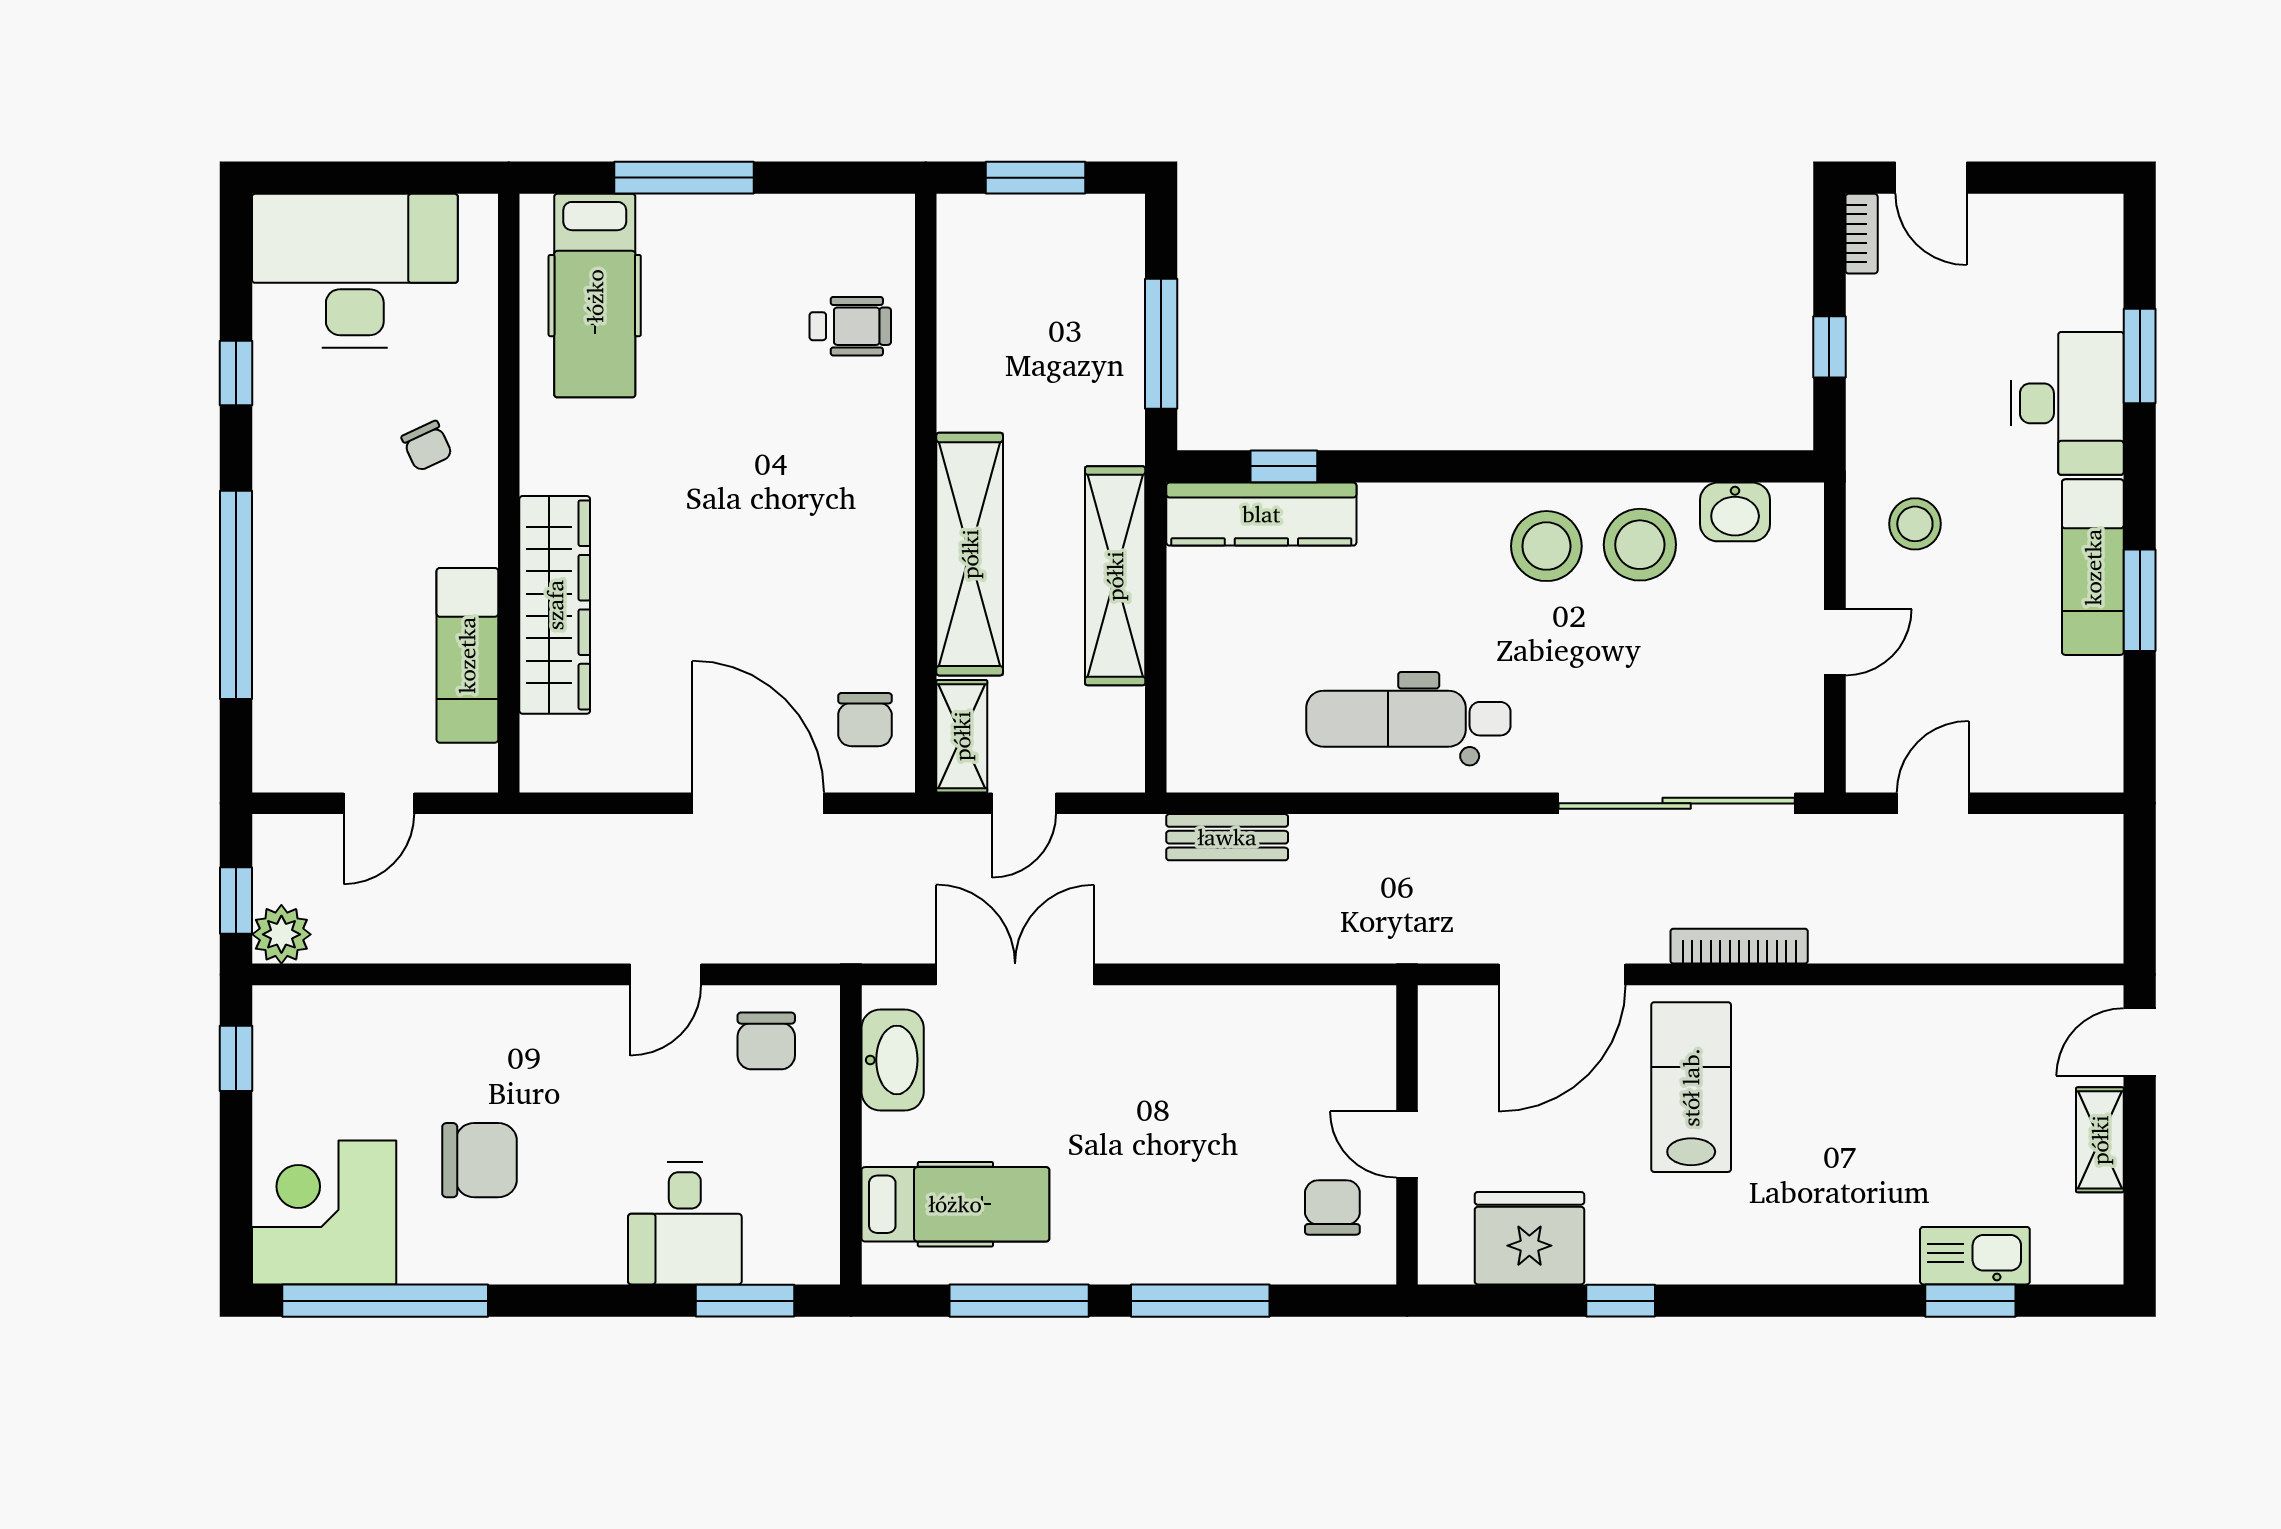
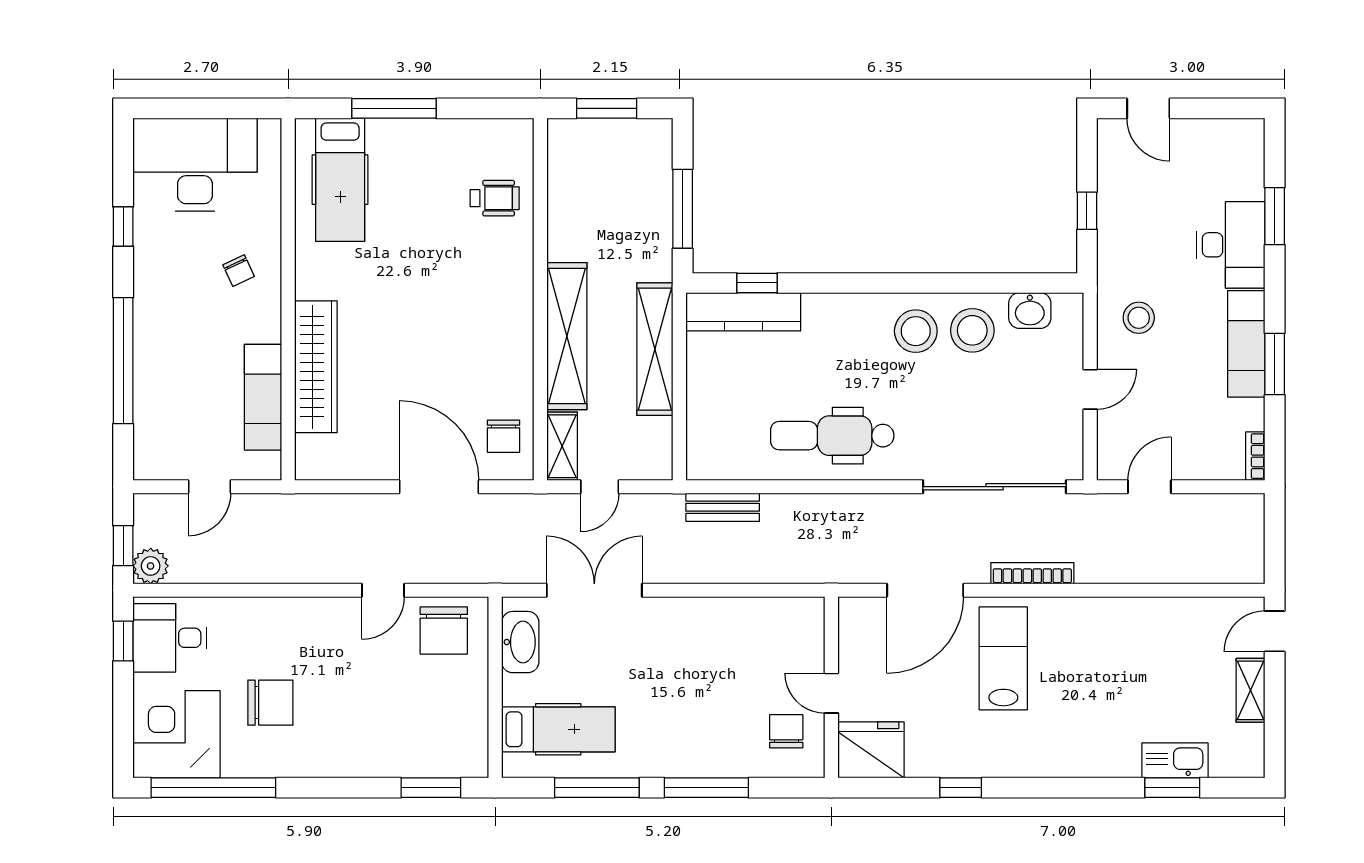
bookcase: (1862, 234) -> (1255, 456), moved, turned 180
chair: (766, 1041) -> (444, 631), width x1.37, depth x1.37
desk: (685, 1223) -> (170, 638), moved, turned 90
fridge: (1529, 1238) -> (871, 750), moved

